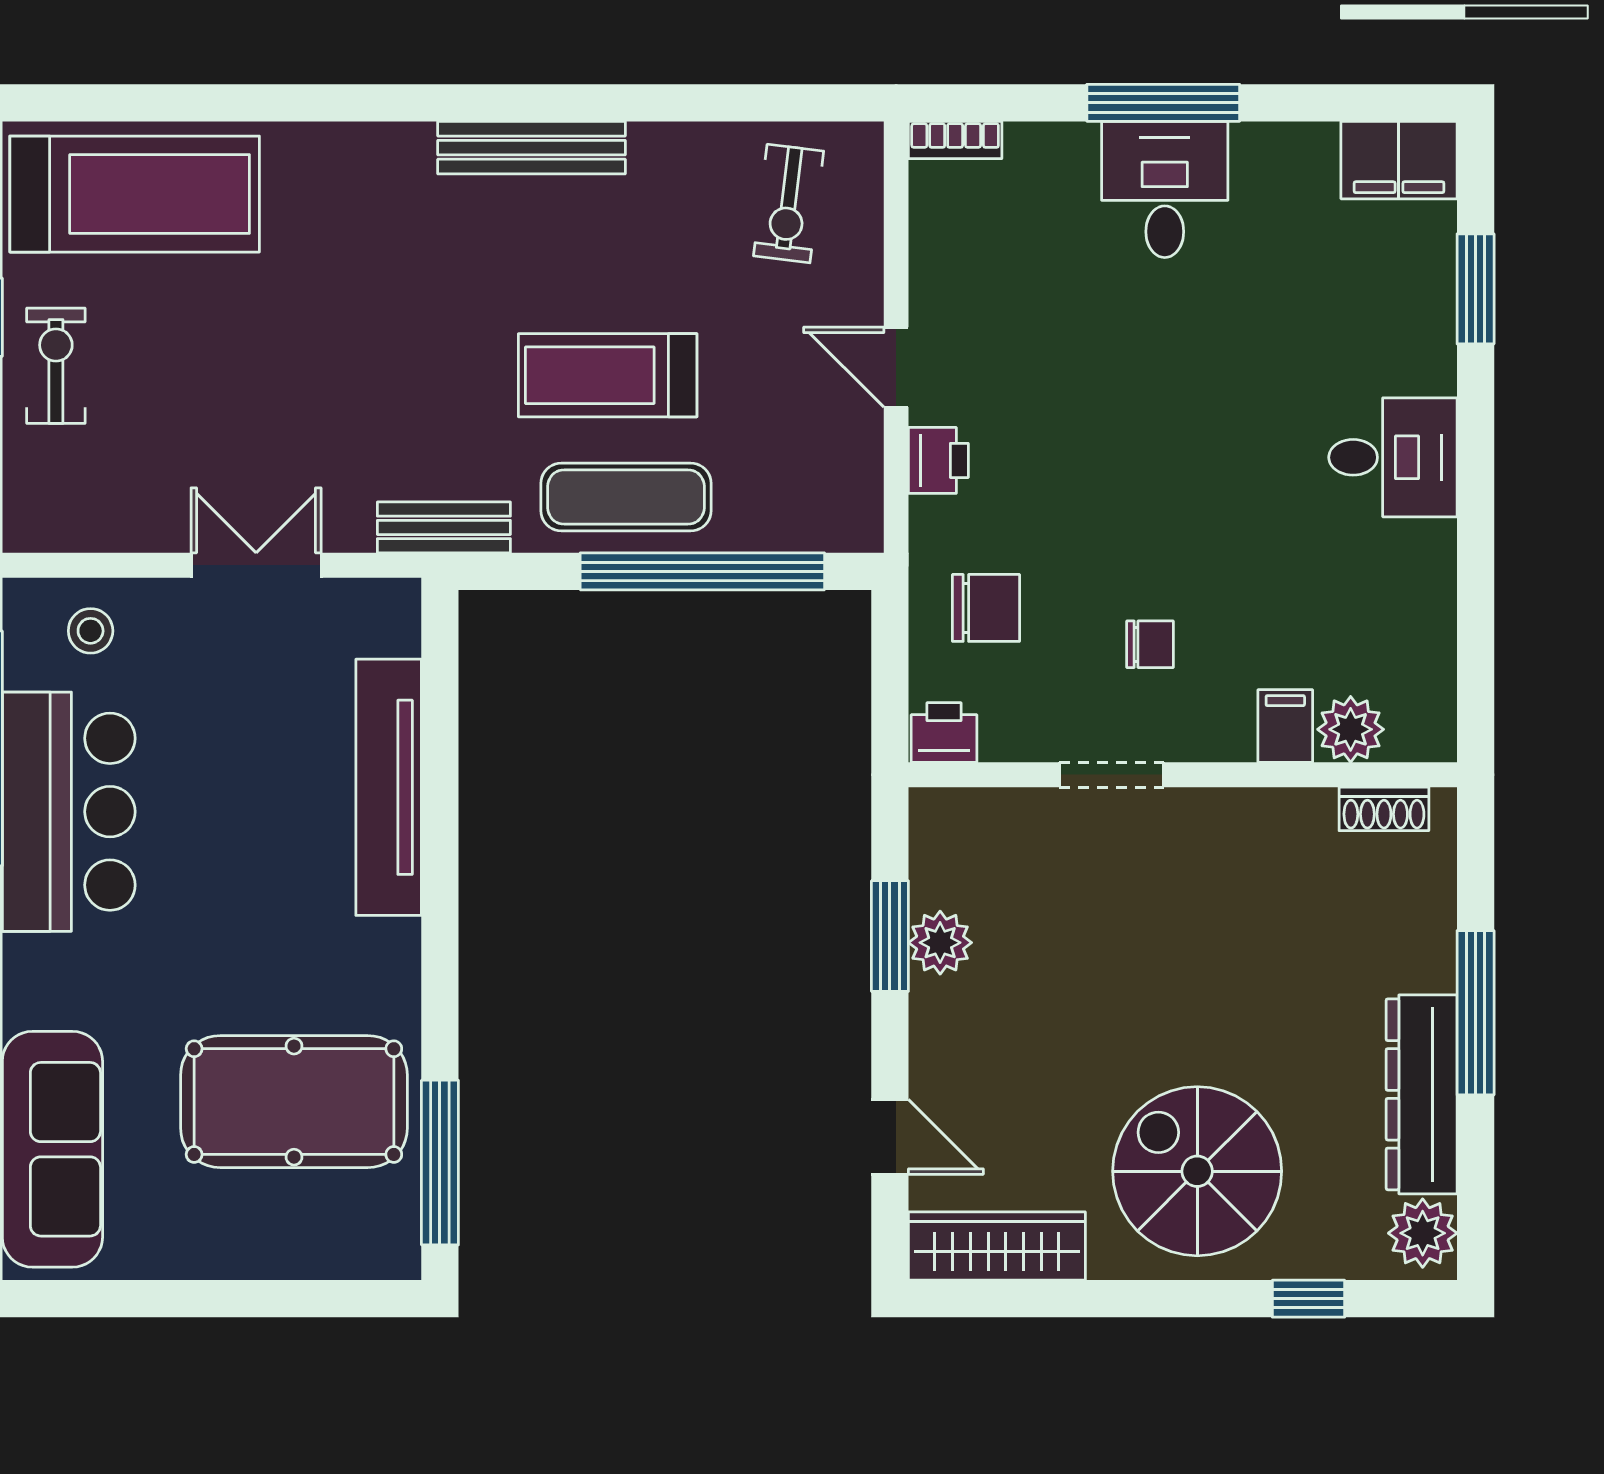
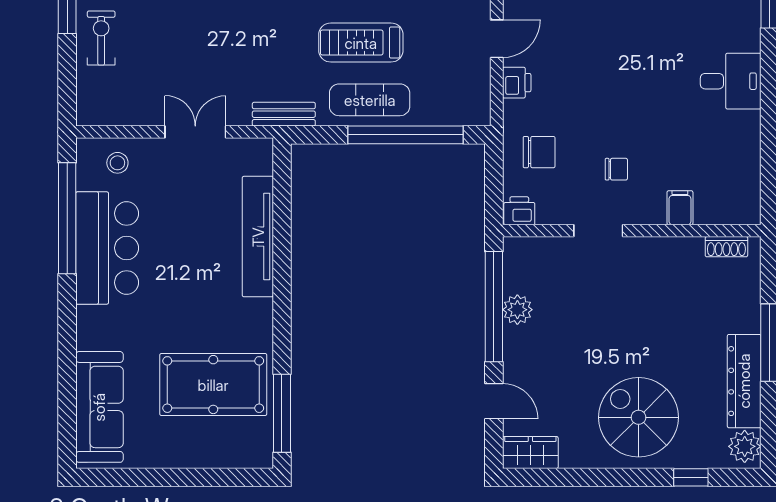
door: (896, 367) -> (497, 39), swing flipped
plant: (1351, 729) -> (711, 209), removed
window: (890, 936) -> (494, 307), width x2.11
wardrobe: (997, 1246) -> (530, 453), width x0.67

